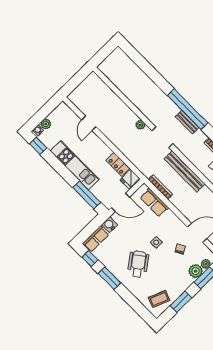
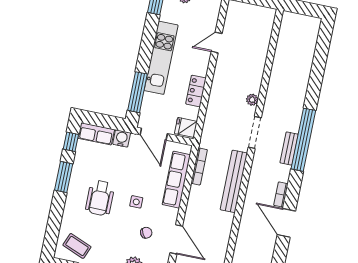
locker: (118, 164) -> (196, 91), moved
row of seats: (154, 202) -> (176, 180), width x1.48
wheelchair: (138, 264) -> (100, 198), turned 127

